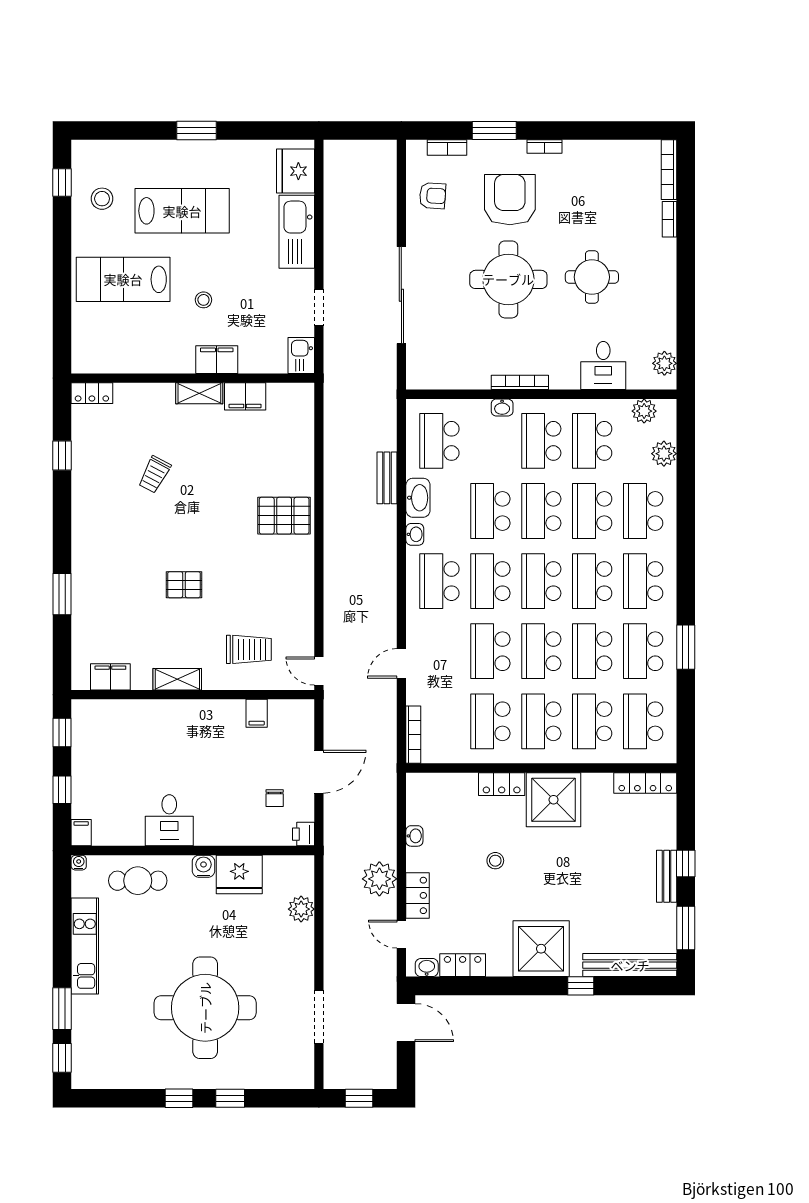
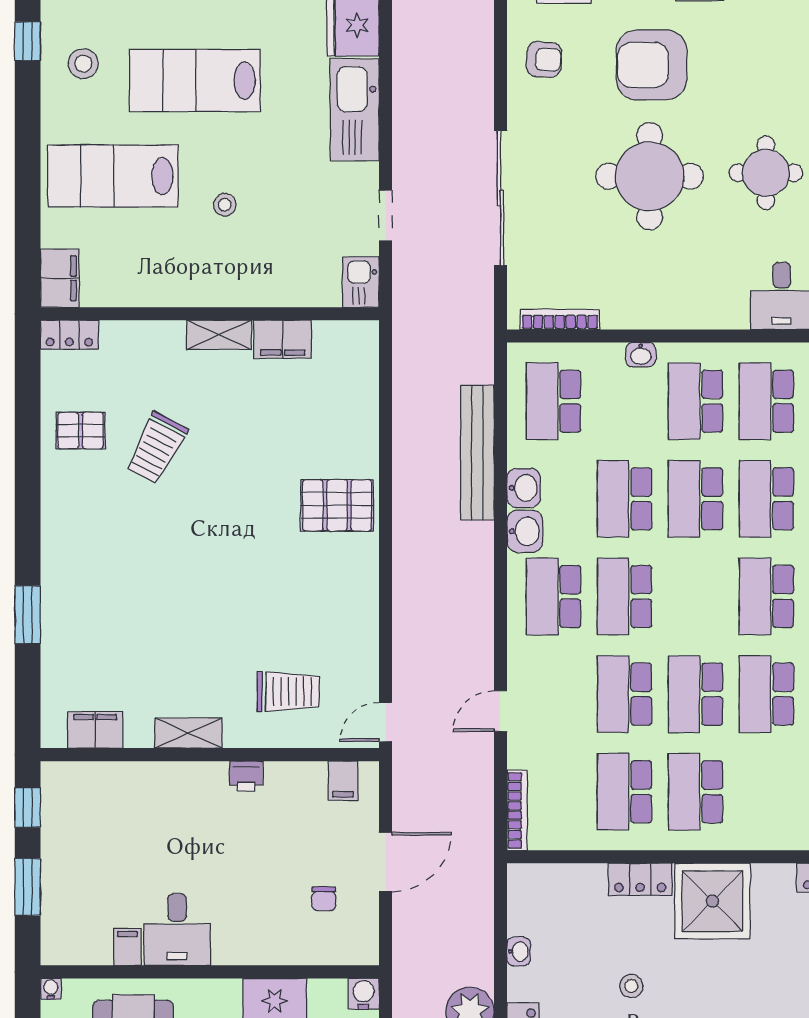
armchair: (510, 200) -> (651, 65), turned -90
lab bench: (182, 211) -> (195, 81), turned 180
filing cabinet: (217, 360) -> (60, 278), moved, turned 90
bookcase: (520, 382) -> (560, 320), moved
window: (62, 455) -> (28, 421), removed
trolley: (154, 475) -> (156, 448), width x1.36, depth x1.39
bench: (387, 478) -> (477, 453), width x1.86, depth x1.21
washbasin: (418, 498) -> (524, 488), width x0.72
washbasin: (415, 534) -> (525, 531), width x1.38, depth x1.45
school desk: (541, 581) -> (695, 596), removed
pallet: (184, 585) -> (81, 431), moved
door: (319, 671) -> (385, 722), hinge flipped
filing cabinet: (257, 713) -> (343, 781), moved
school desk: (592, 721) -> (766, 792), removed
window: (62, 790) -> (28, 887), width x1.50
filing cabinet: (81, 833) -> (127, 947), moved
printer: (303, 834) -> (246, 776), moved, turned -90
water cooler: (203, 866) -> (364, 994), moved

